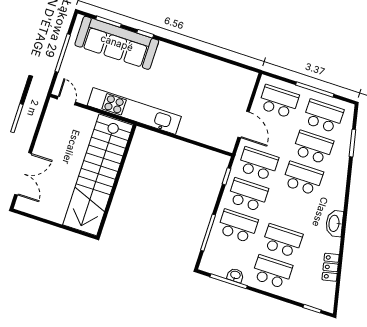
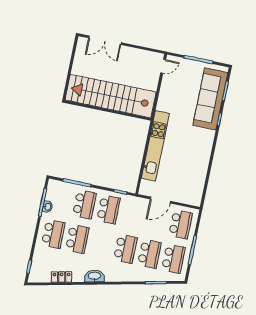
kitchen unit: (134, 111) -> (155, 146), moved
school desk: (258, 164) -> (132, 214), removed

